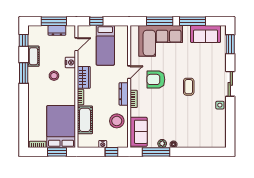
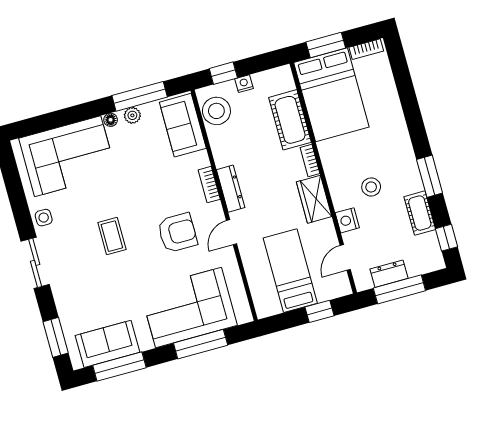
window: (193, 21) -> (119, 366), moved
stool: (117, 121) -> (216, 111), moved
corner sofa: (200, 132) -> (68, 156), added

